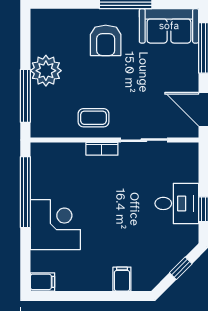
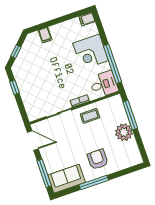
desk: (177, 203) -> (104, 84), moved, turned 180

